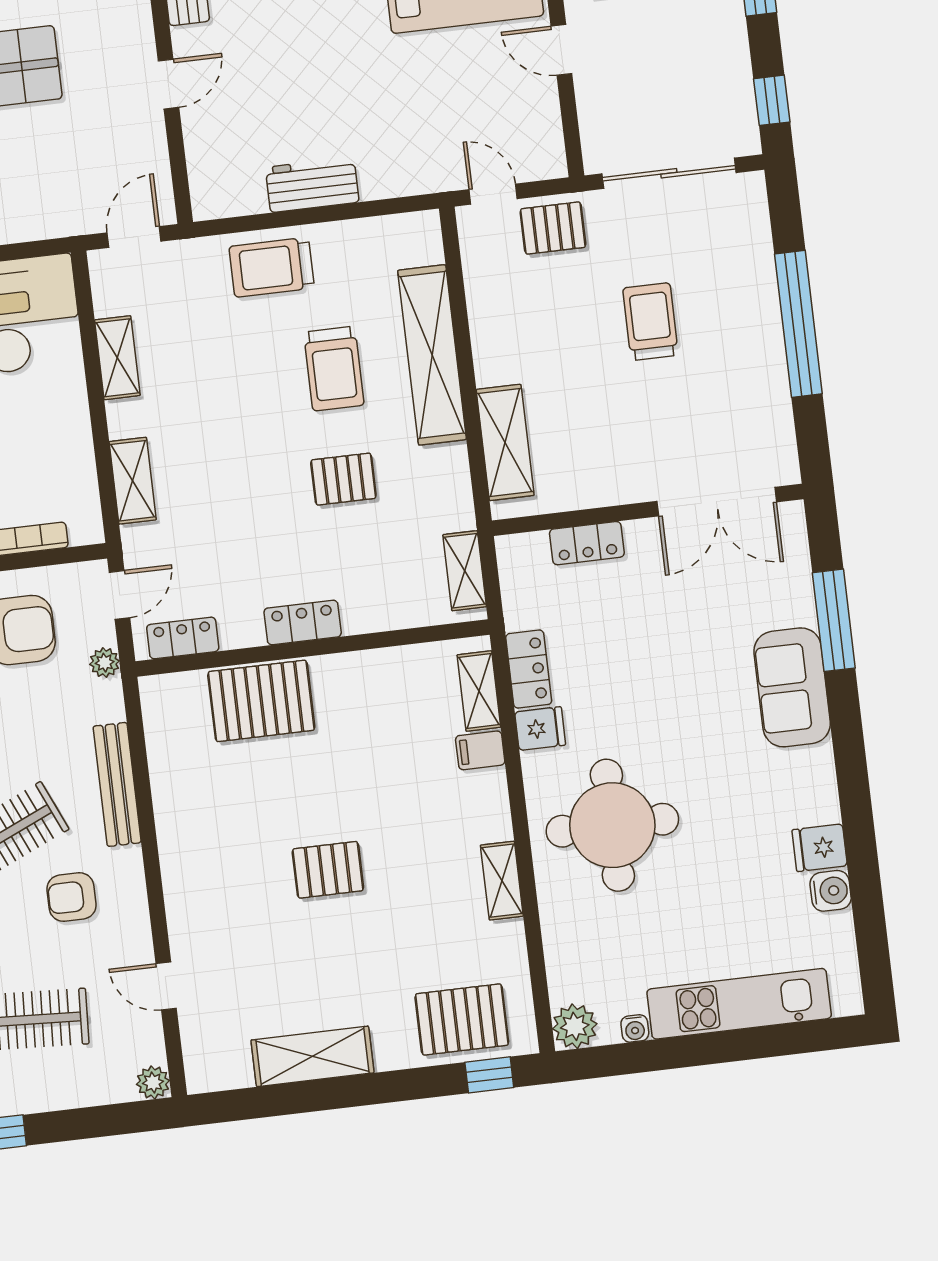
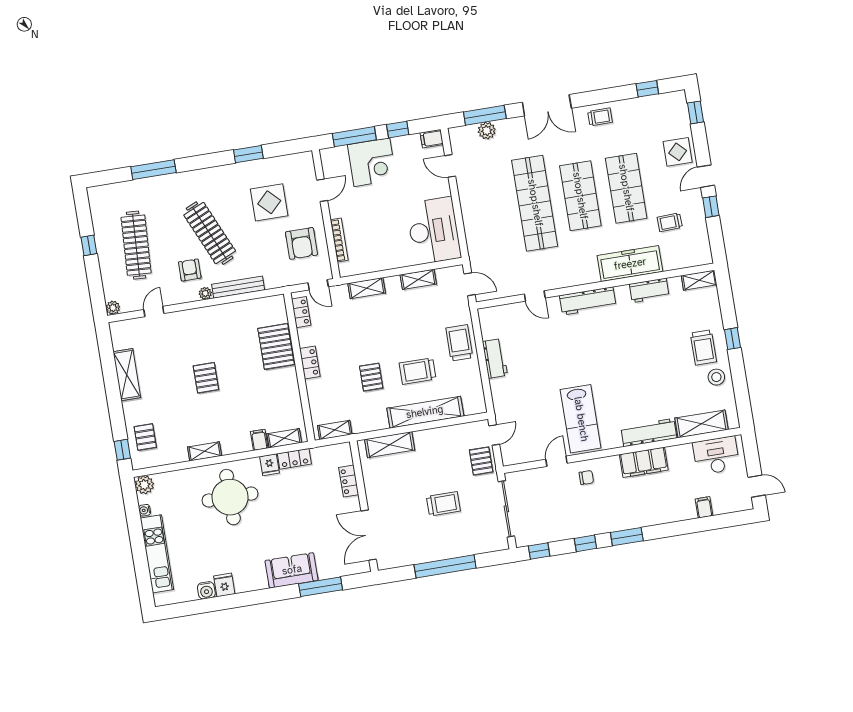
plant: (105, 663) -> (205, 293), moved
pallet: (462, 1019) -> (145, 437), width x0.67, depth x0.71

